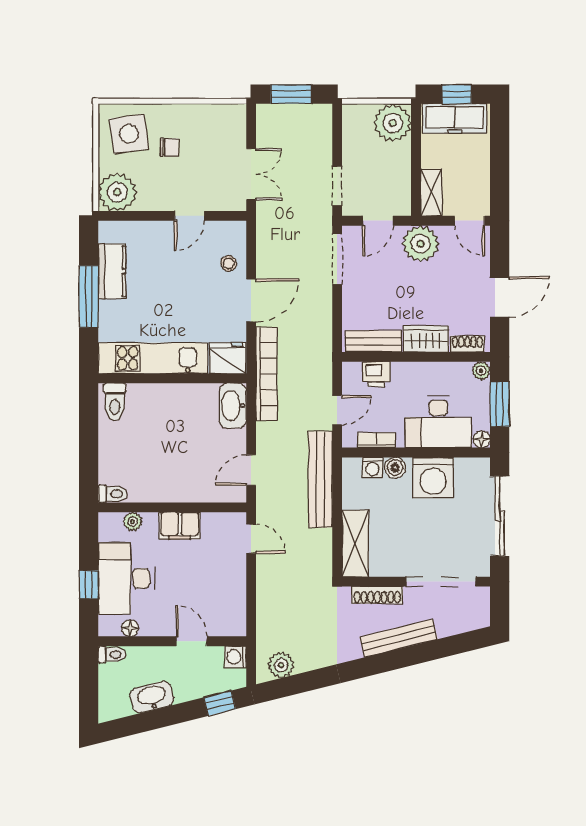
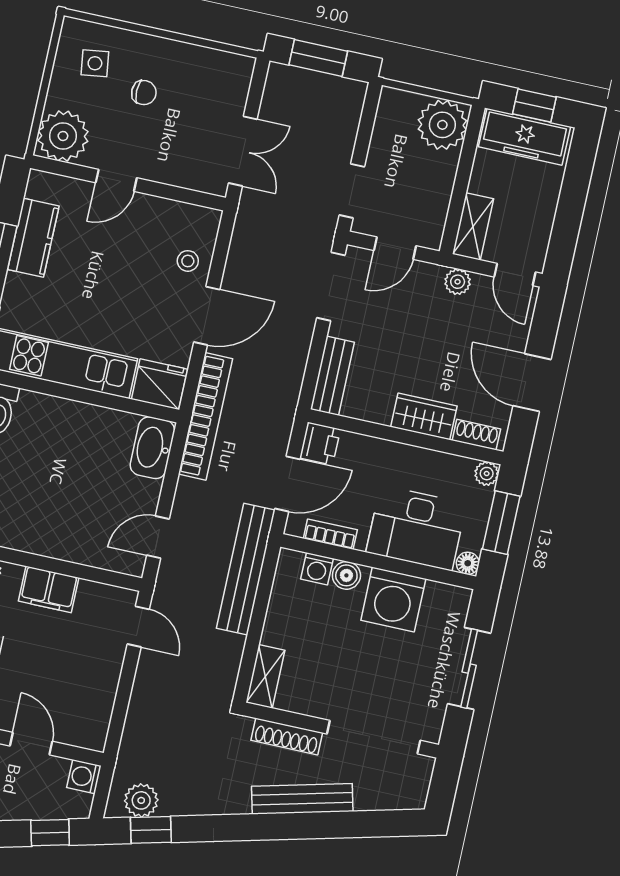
side table: (129, 134) -> (95, 63), width x0.54, depth x0.54
door: (189, 216) -> (116, 180), moved
plant: (421, 244) -> (458, 282), width x0.53, depth x0.53
door: (500, 297) -> (532, 383), swing flipped
bench: (373, 341) -> (332, 376), moved, turned 90
printer: (376, 374) -> (320, 444), moved, turned -90
door: (337, 410) -> (287, 484), width x1.38
sliding door: (500, 516) -> (469, 669), width x0.73
shelving: (355, 543) -> (265, 676), width x0.67, depth x0.75
window: (293, 685) -> (151, 830), added

